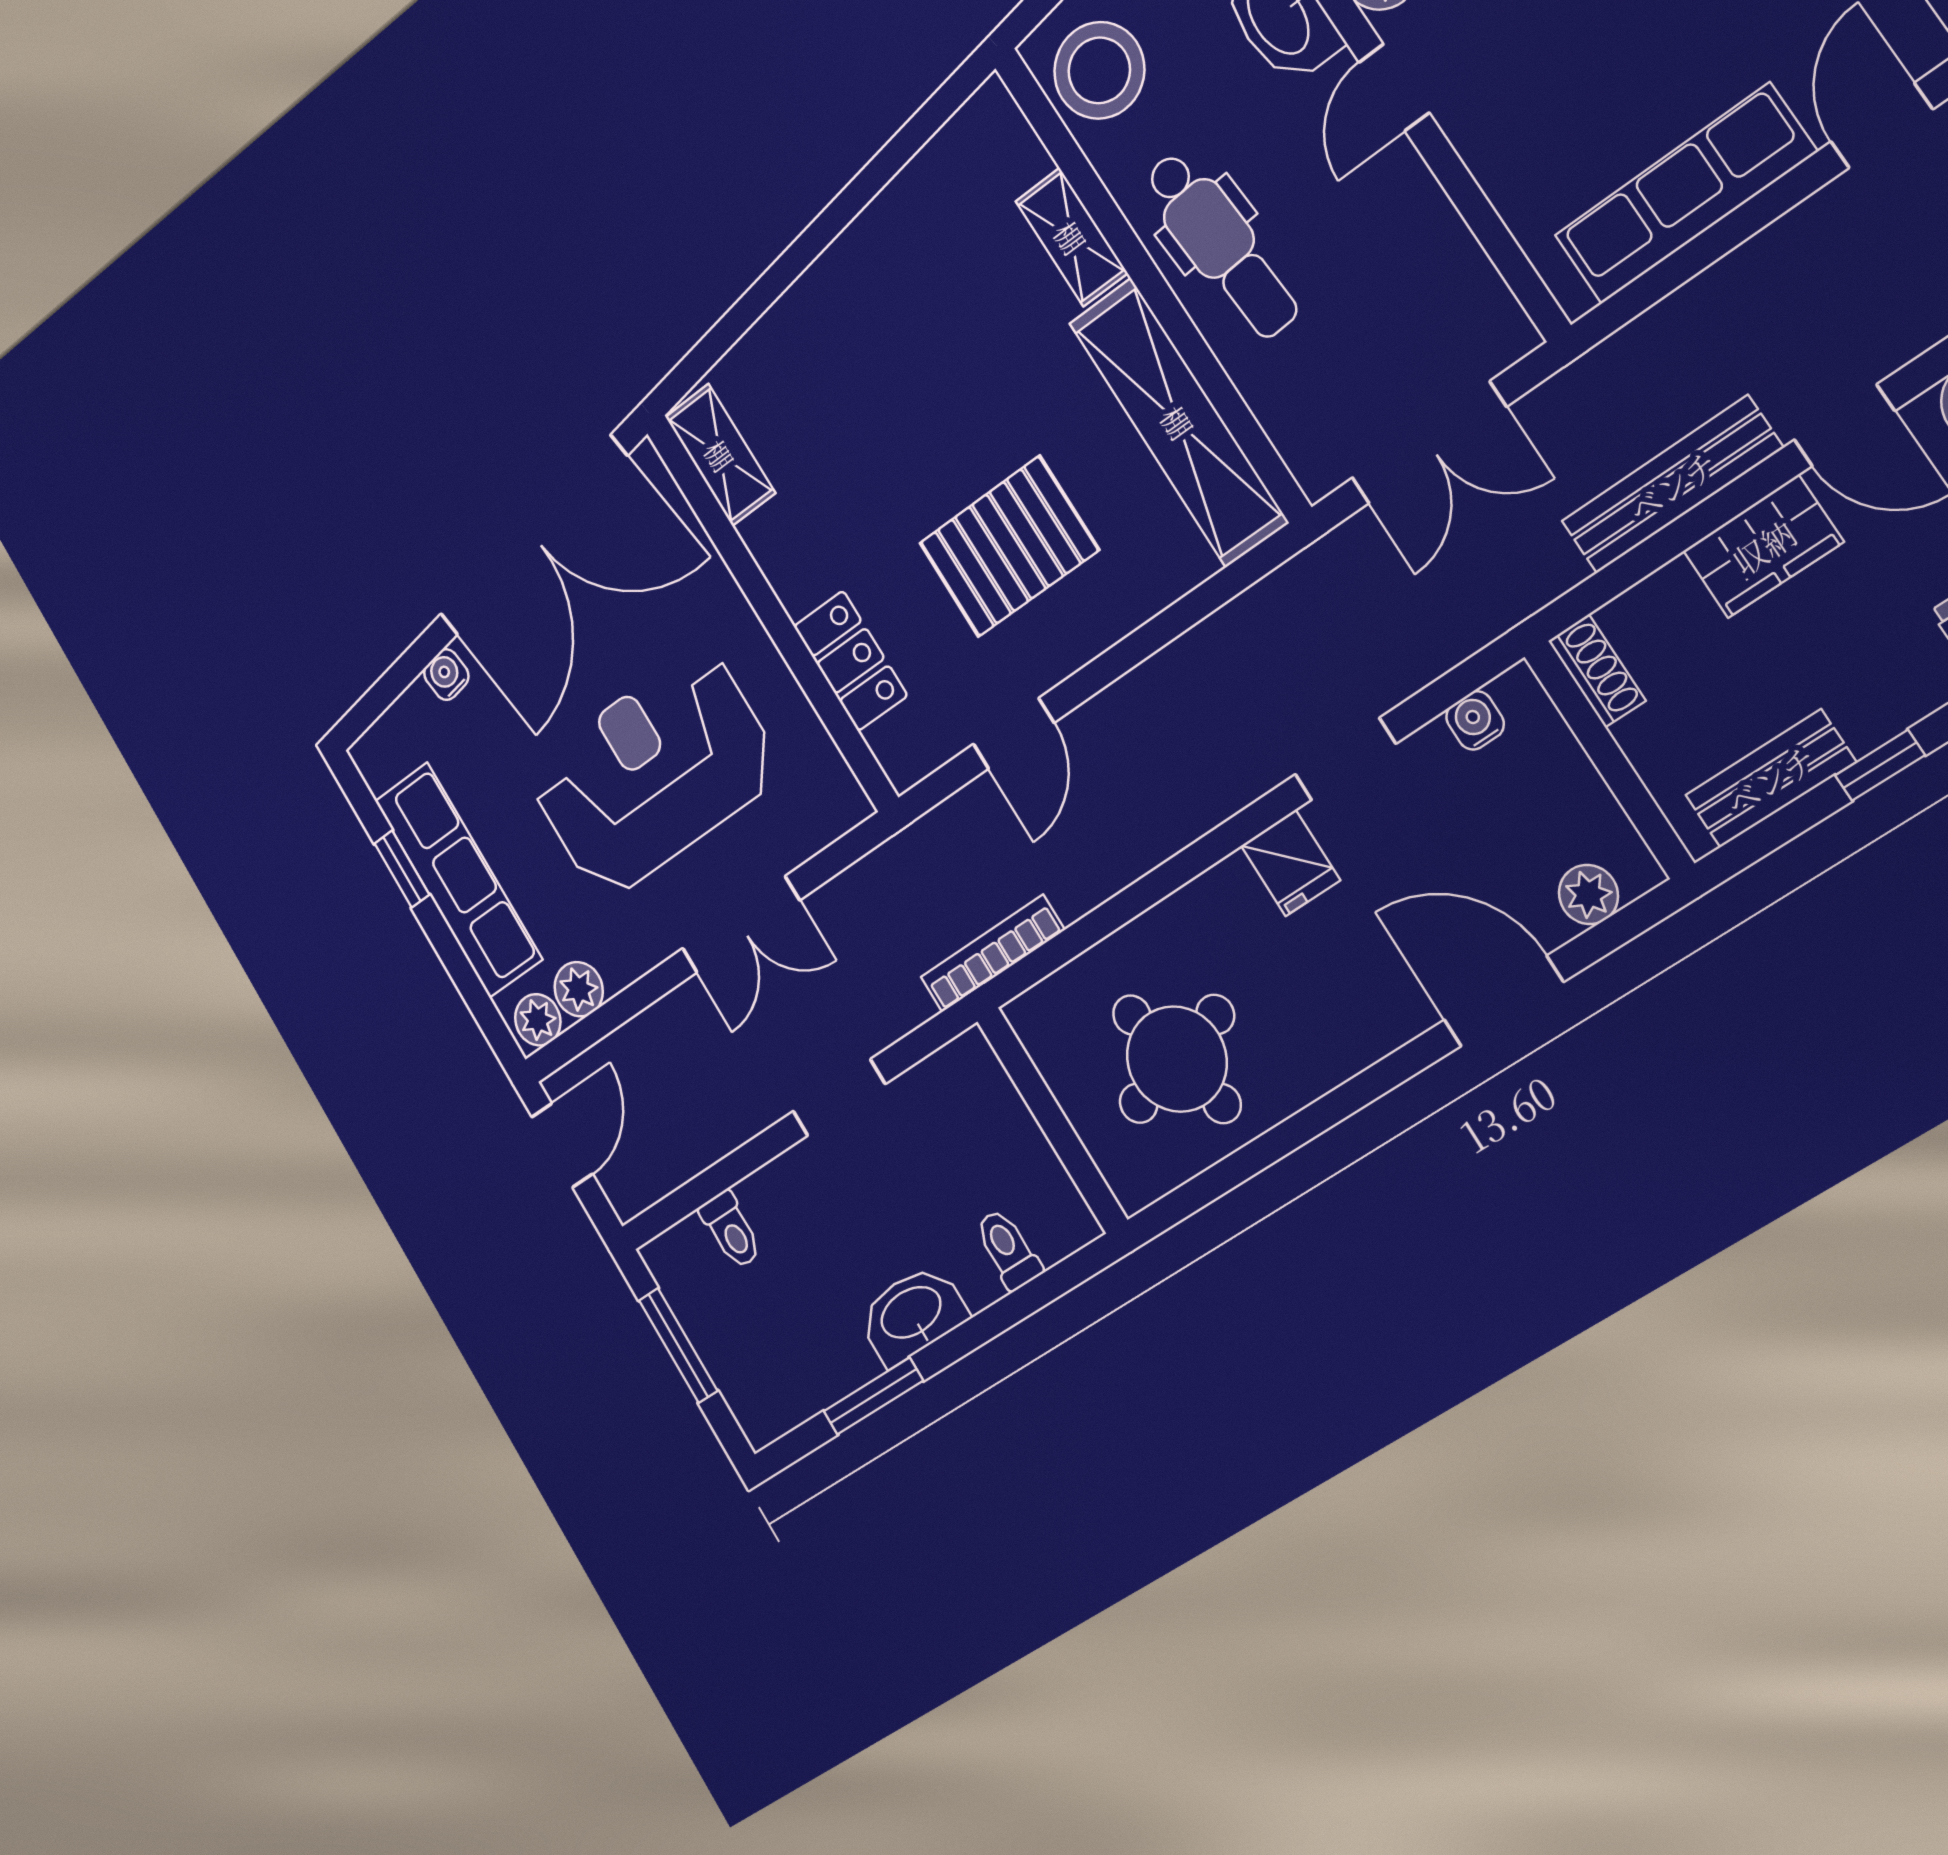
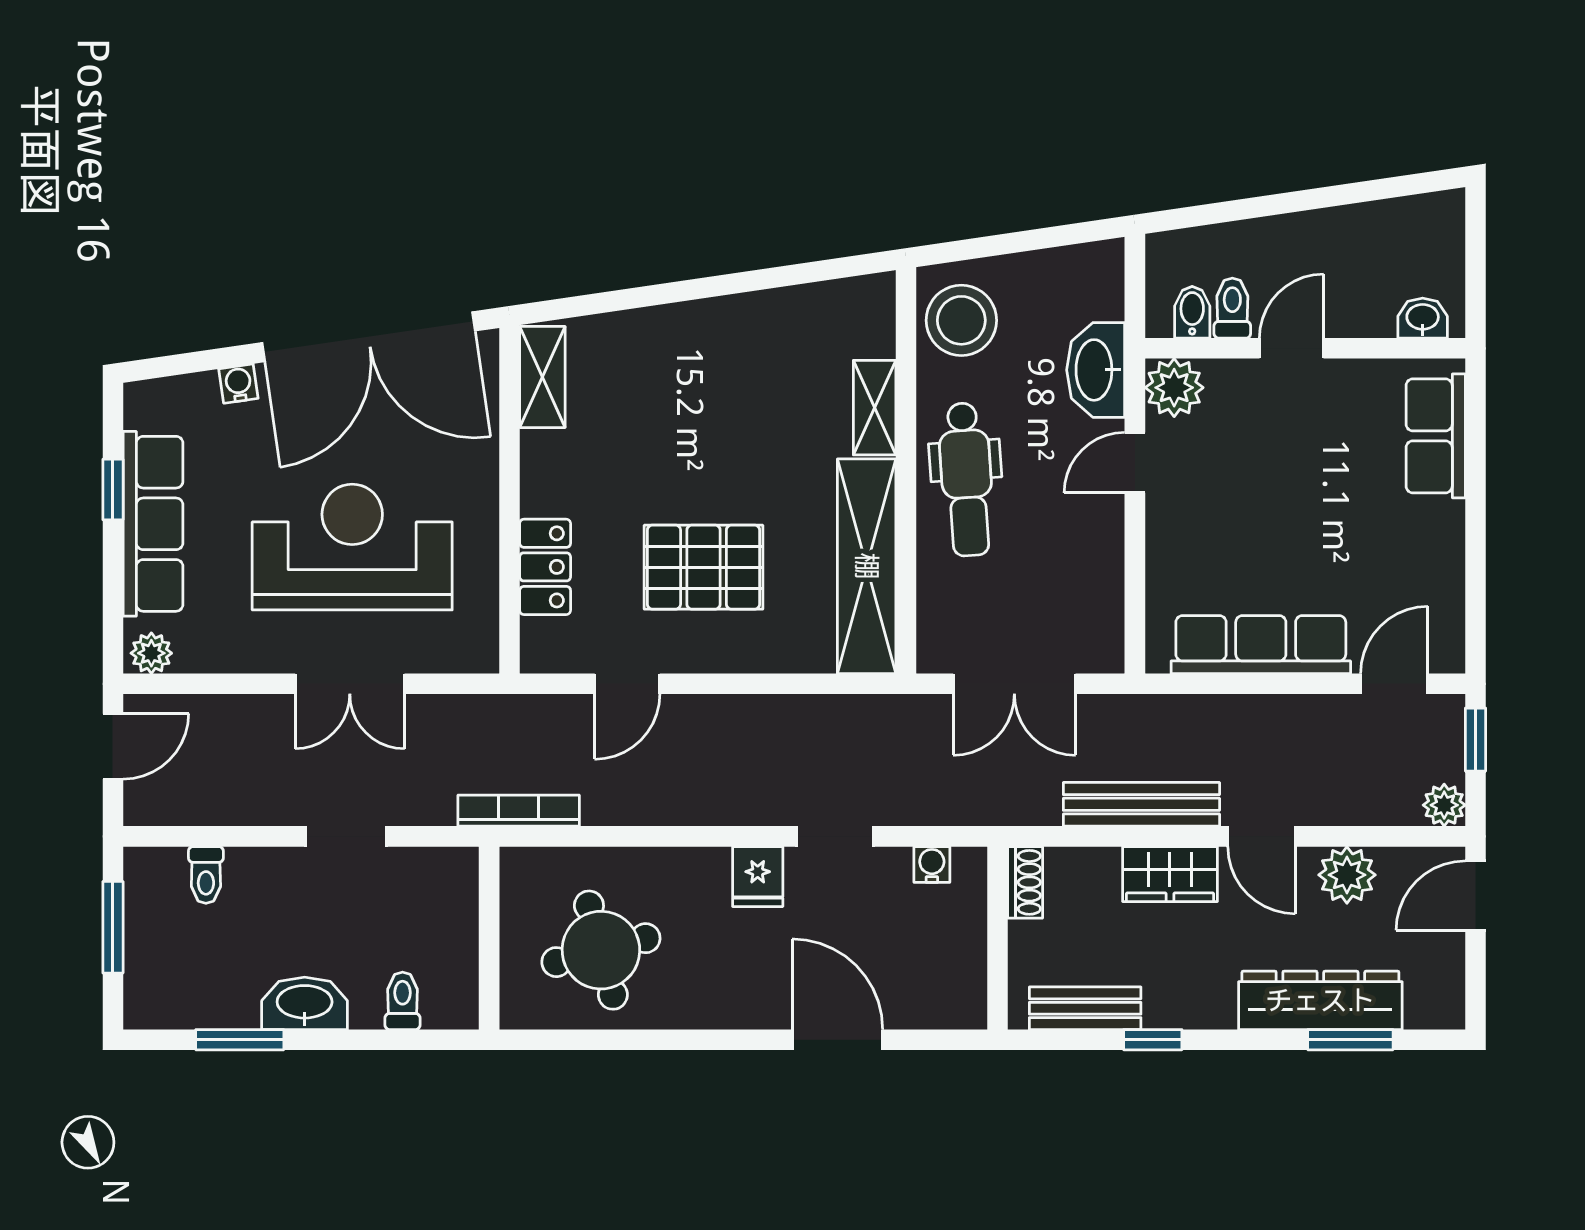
plant: (1588, 894) -> (932, 1009), removed
plant: (579, 989) -> (197, 652), removed

